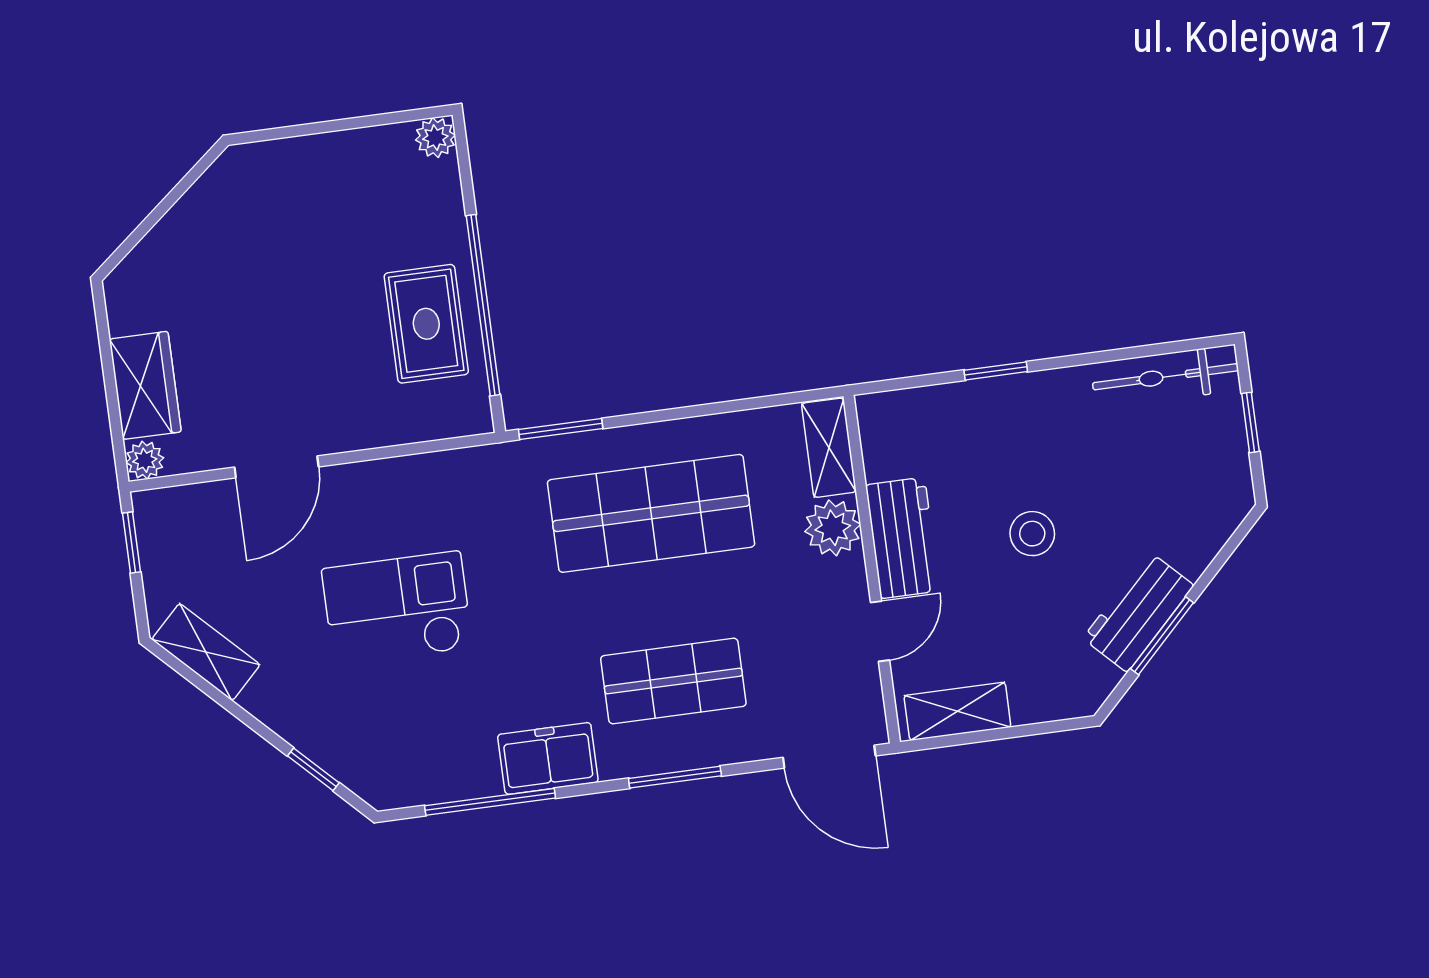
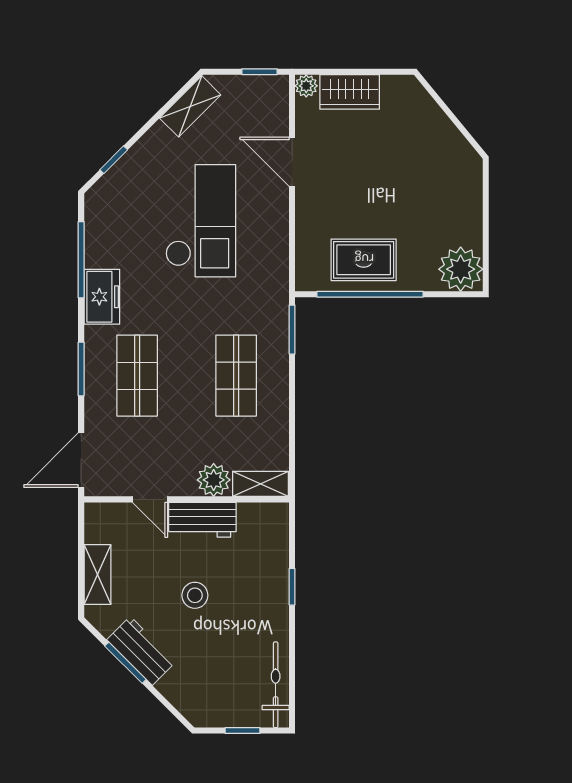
plant: (435, 138) -> (461, 269), width x1.87, depth x1.87
shop shelf: (651, 513) -> (236, 376), width x0.70, depth x0.74
checkout: (397, 608) -> (201, 221), width x1.36, depth x1.21
shelving: (957, 711) -> (97, 575), moved

